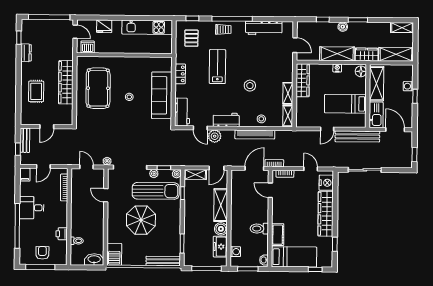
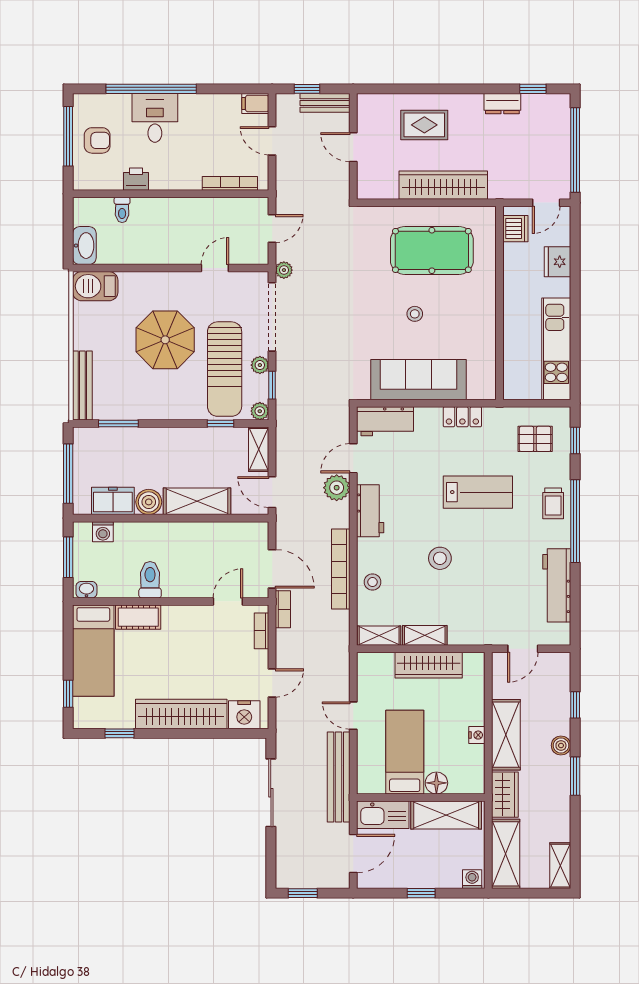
floor lamp: (361, 71) -> (436, 783), moved
wardrobe: (303, 80) -> (429, 665), moved
washing machine: (408, 86) -> (472, 879), moved
desk: (32, 208) -> (155, 118), moved

